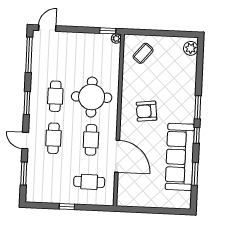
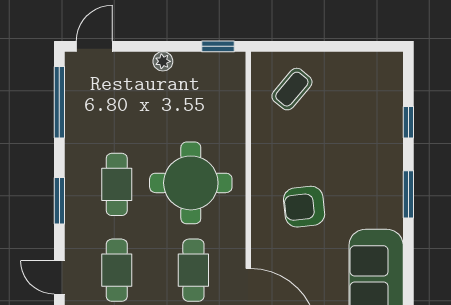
plant: (116, 39) -> (163, 61), moved
plant: (191, 48) -> (389, 75), removed
window: (197, 135) -> (408, 122), moved

